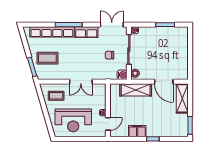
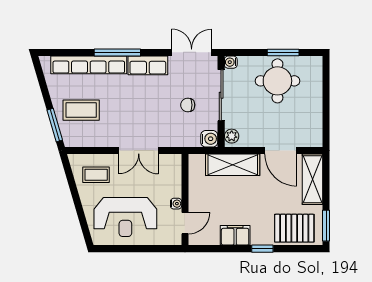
round table: (162, 41) -> (277, 81), added
pallet: (172, 127) -> (294, 228), added

